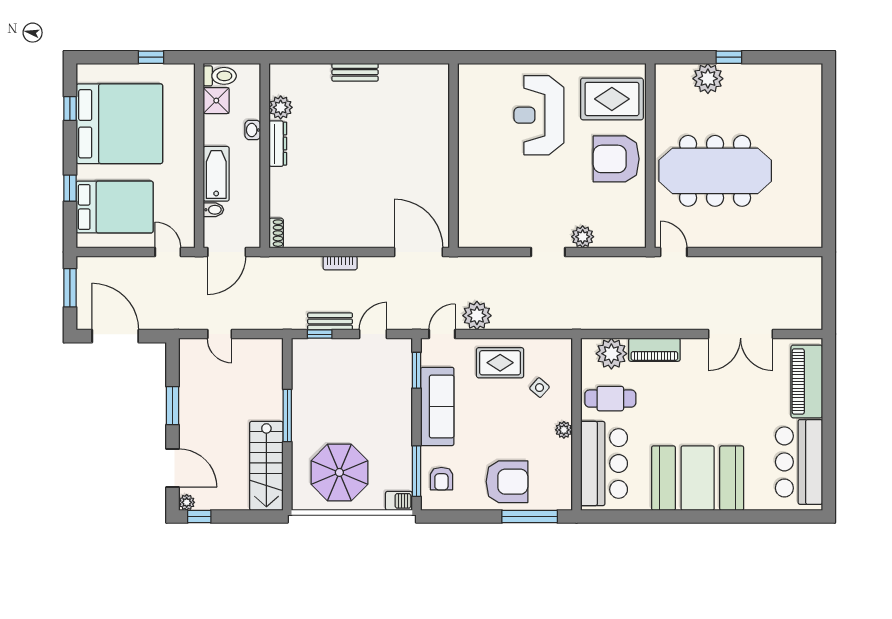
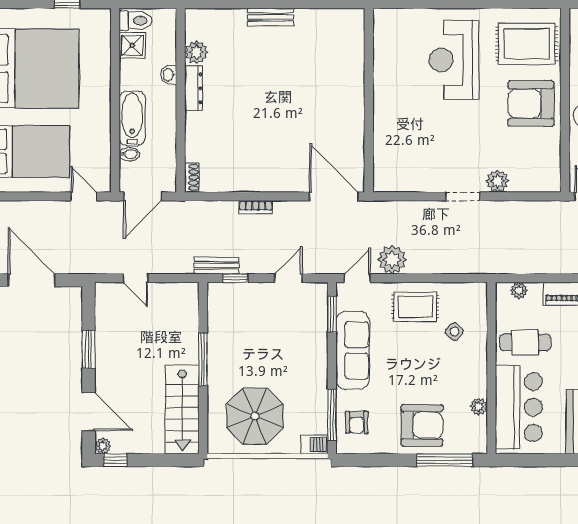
bench: (330, 321) -> (216, 266), moved
plant: (611, 354) -> (519, 290), width x0.53, depth x0.53
plant: (564, 430) -> (479, 407), moved

